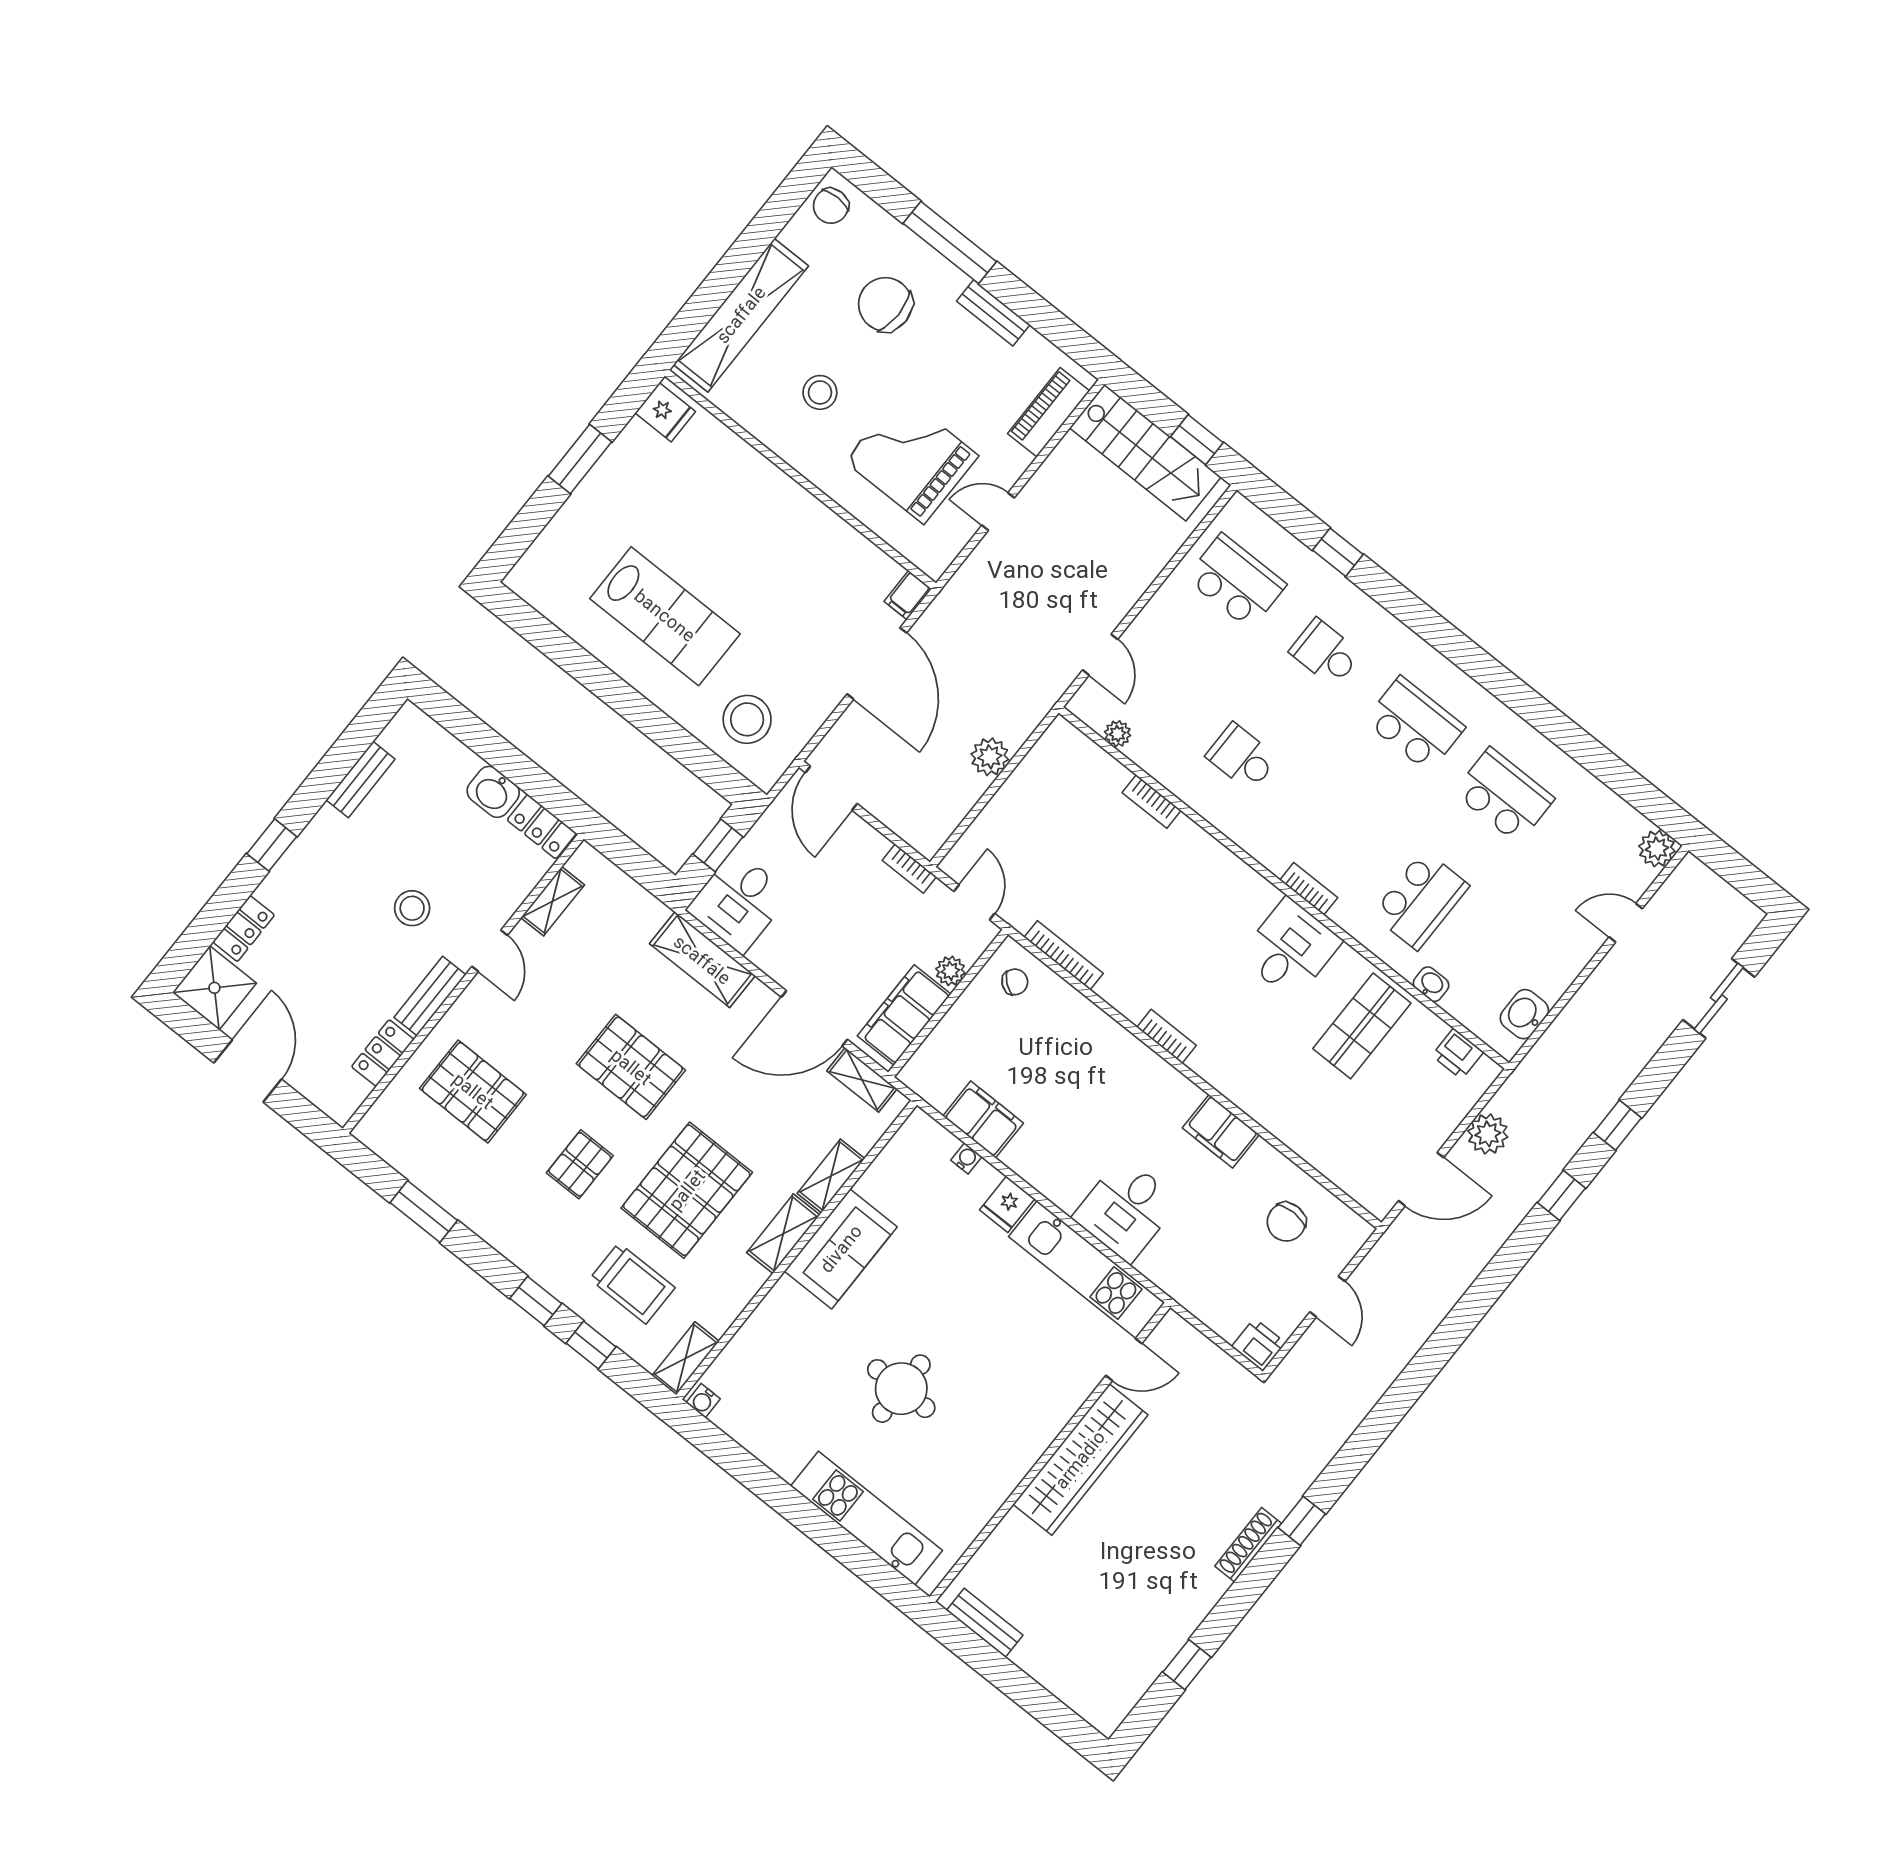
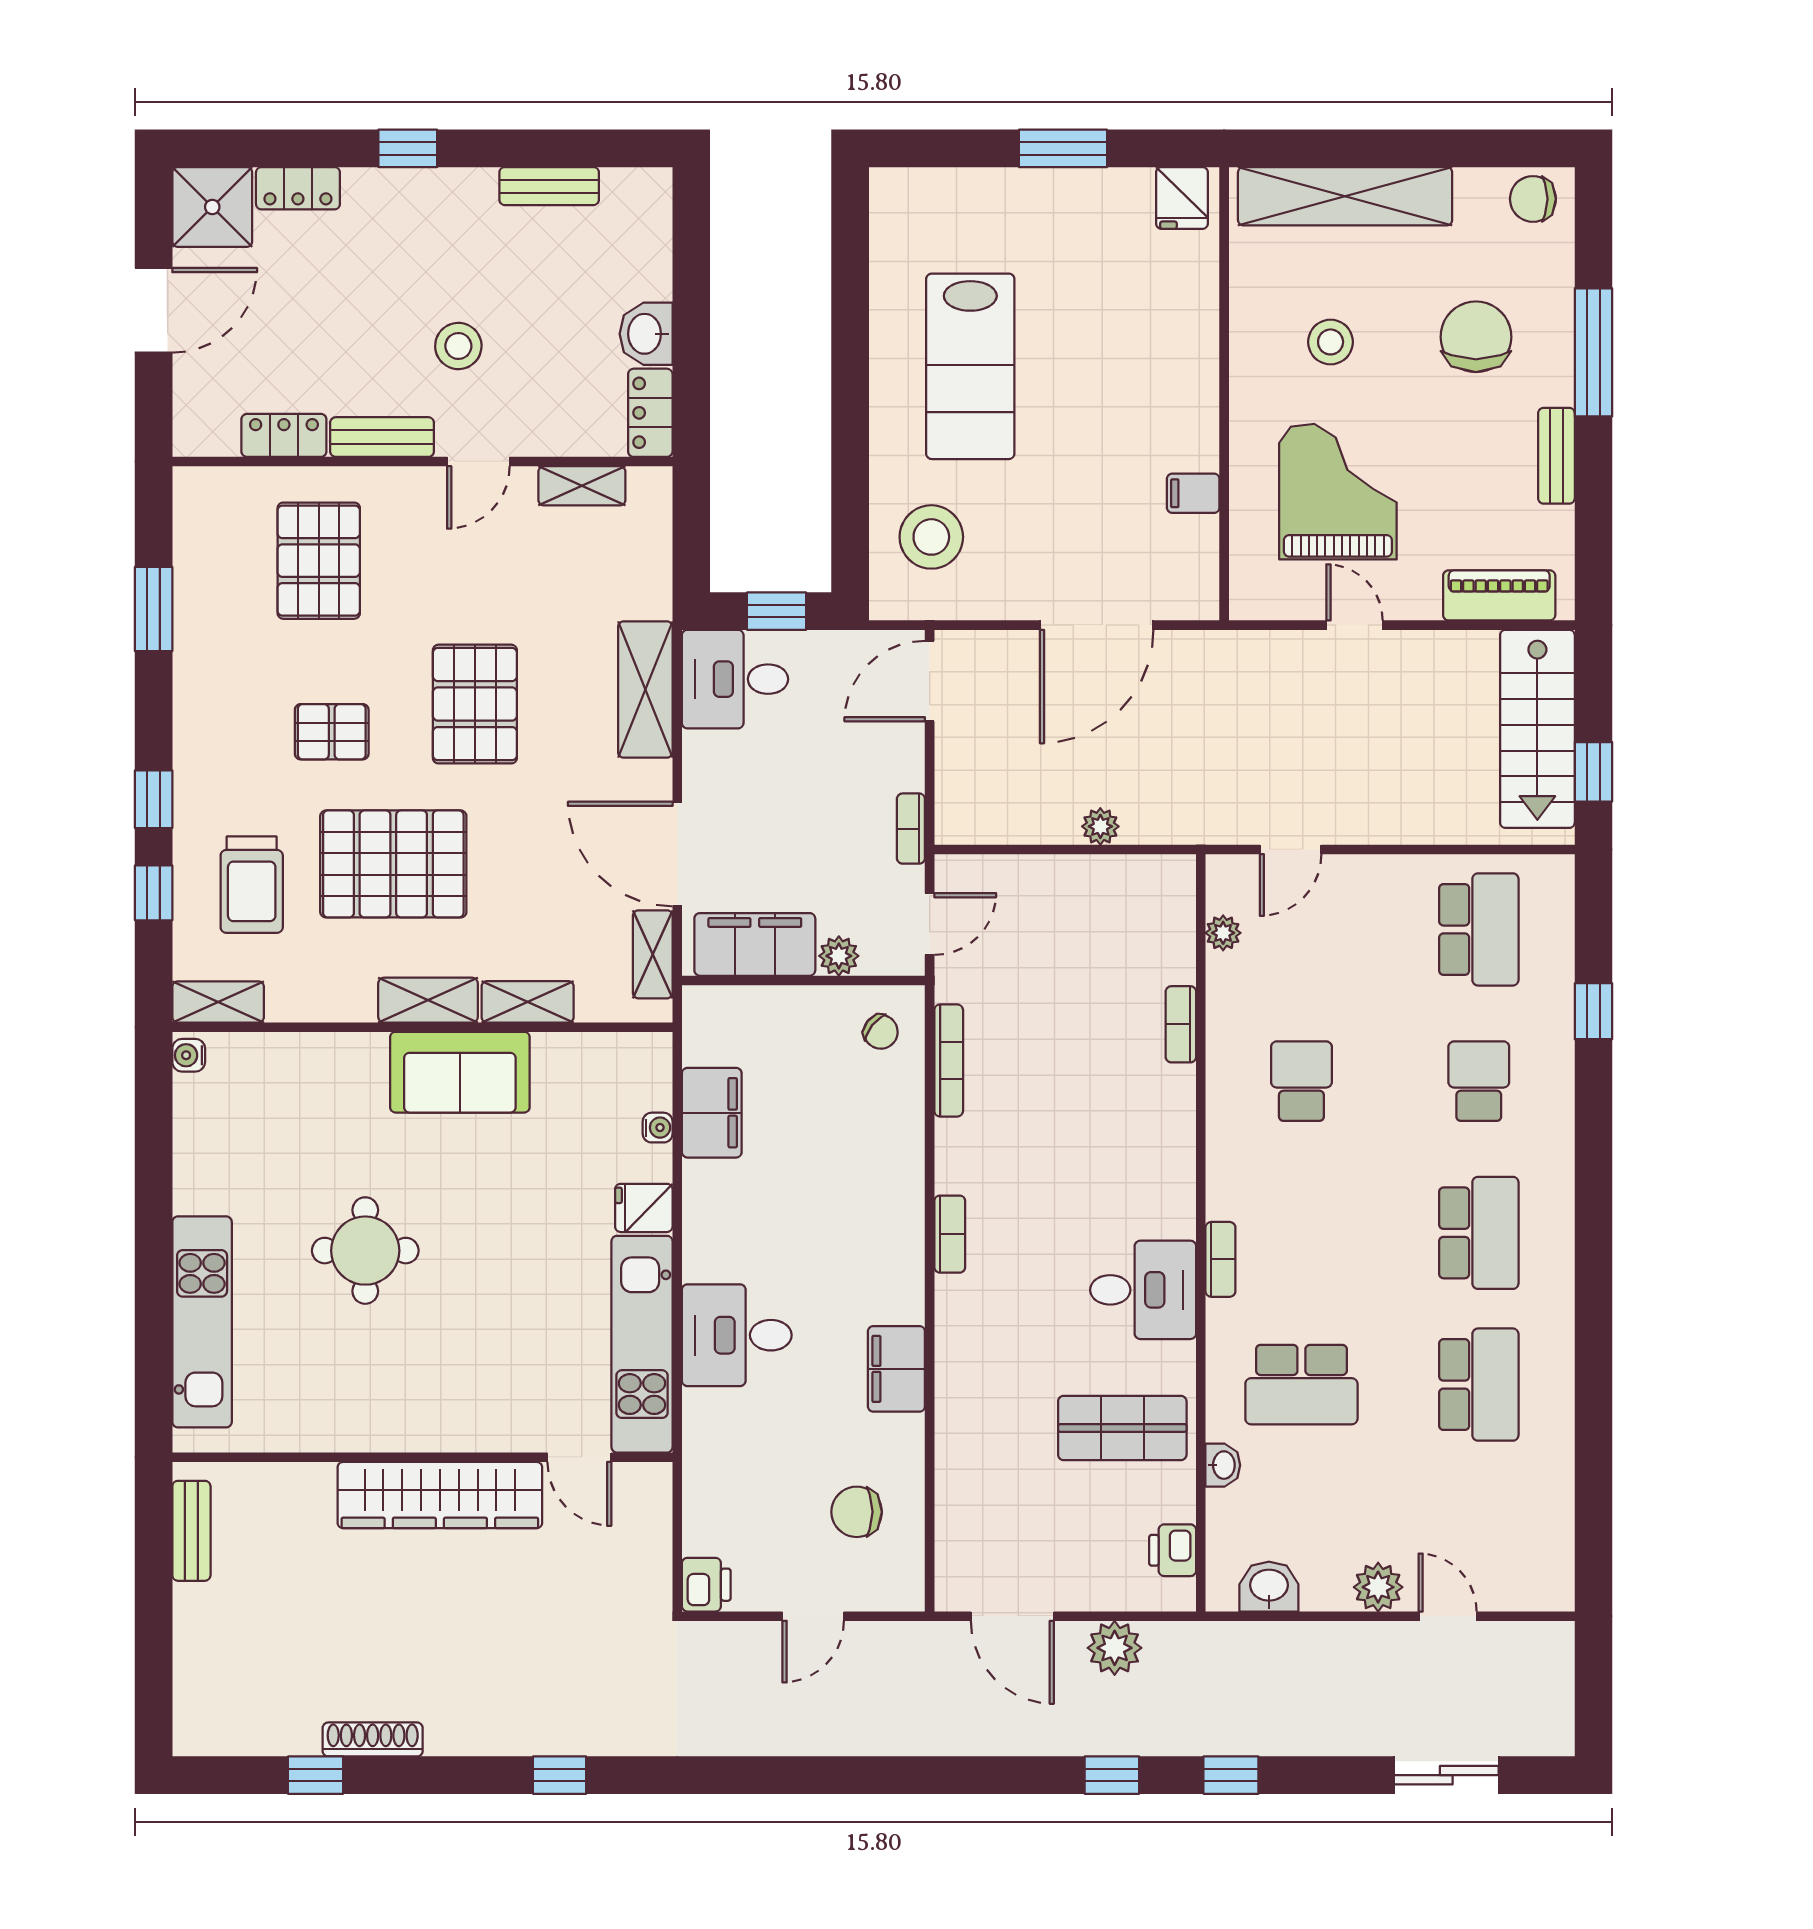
filing cabinet: (908, 595) -> (1193, 493), moved
plant: (990, 757) -> (1100, 826), width x0.73, depth x0.73
plant: (1657, 849) -> (1378, 1587), moved
shoe rack: (1248, 1545) -> (373, 1739), moved

